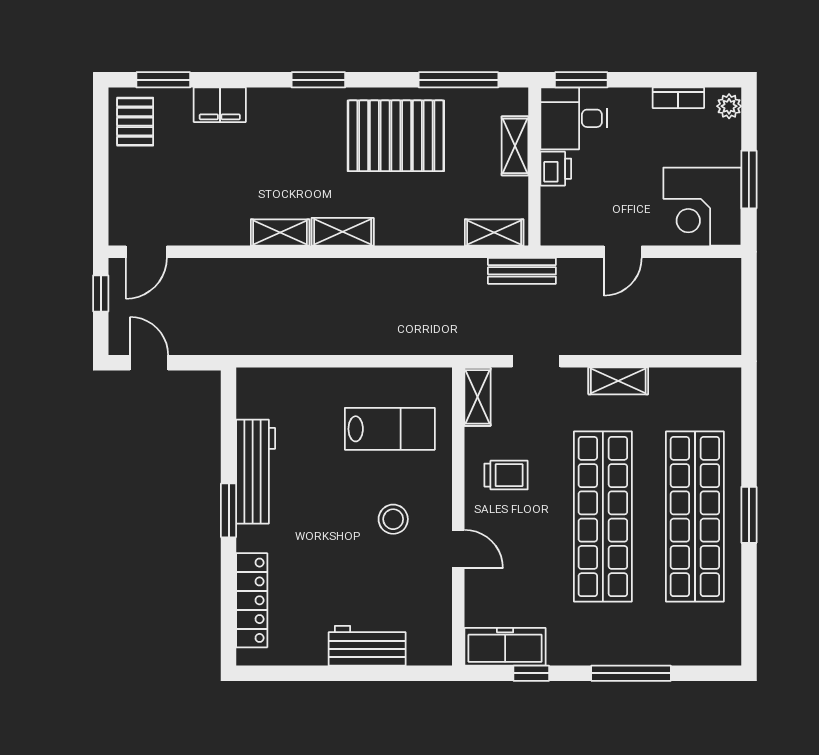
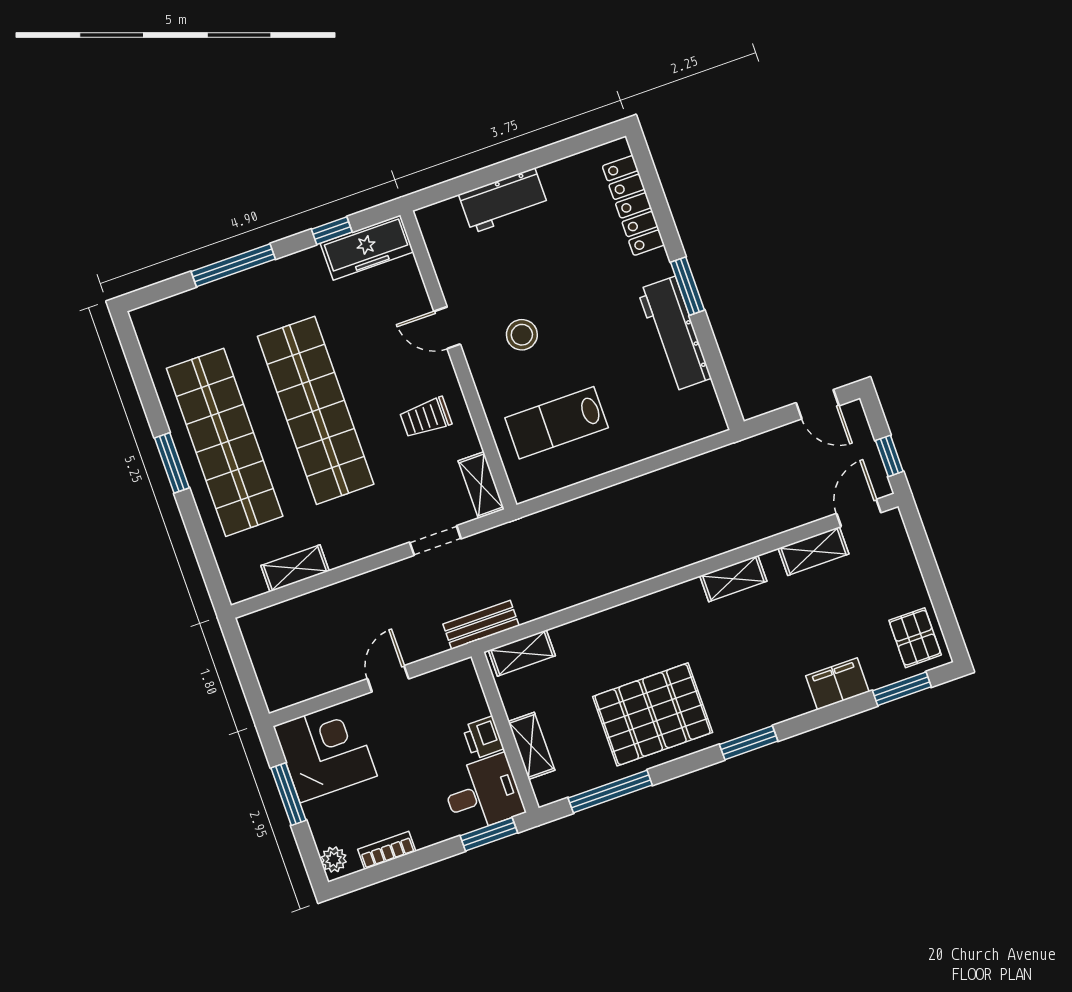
shelving: (343, 232) -> (814, 551), moved
shelving: (618, 381) -> (295, 568), moved

